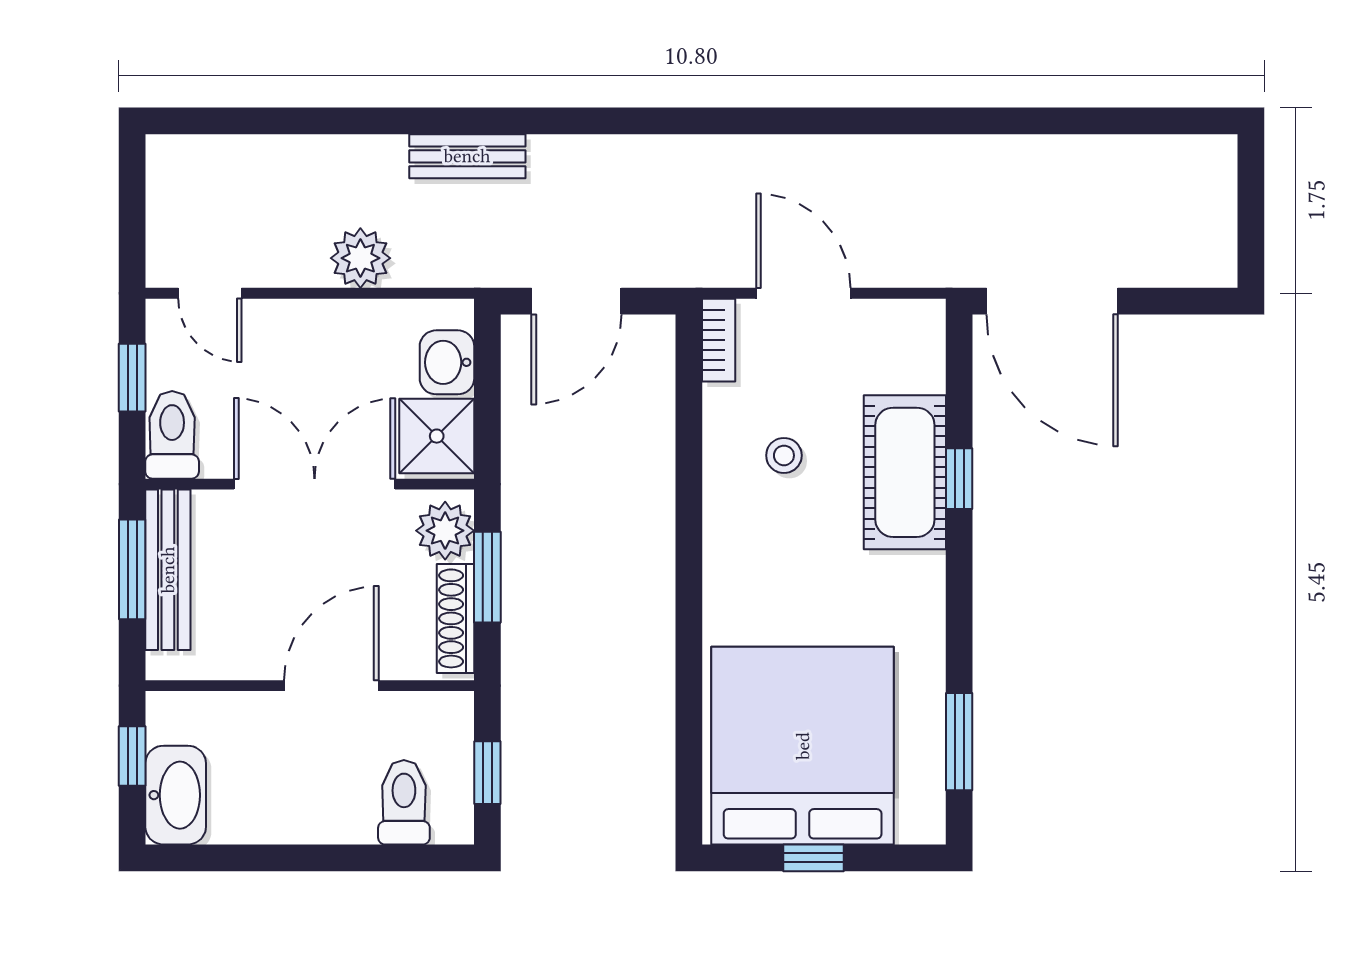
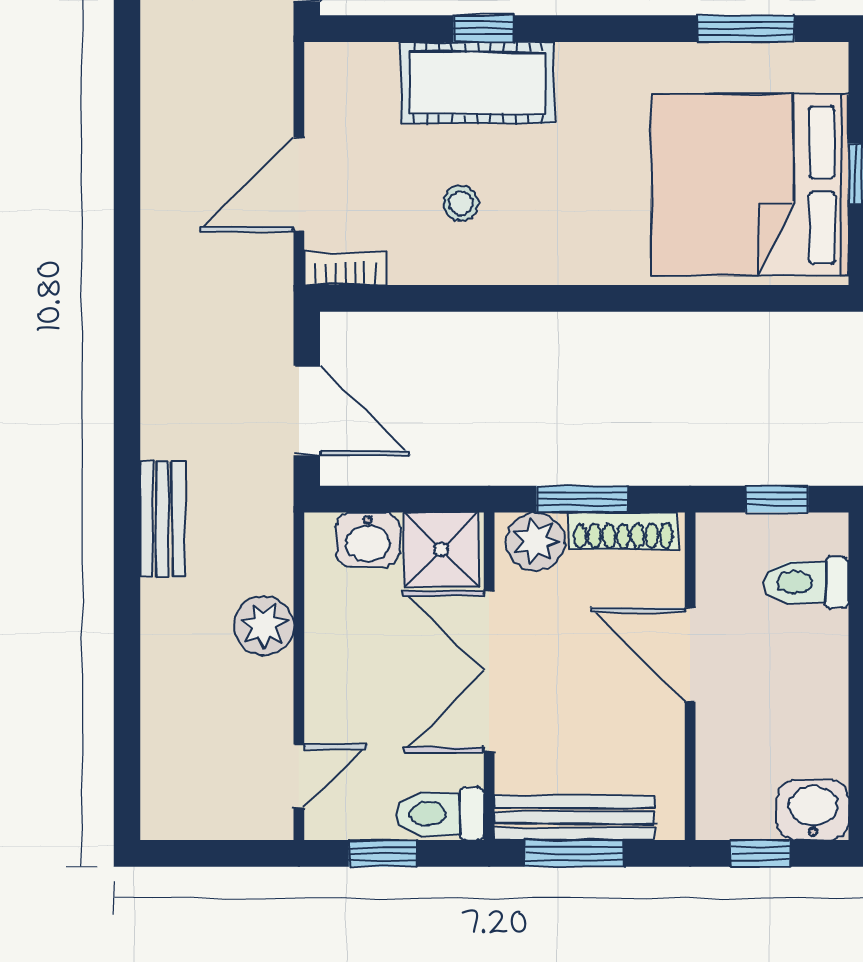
washbasin: (176, 795) -> (813, 810), width x0.72

